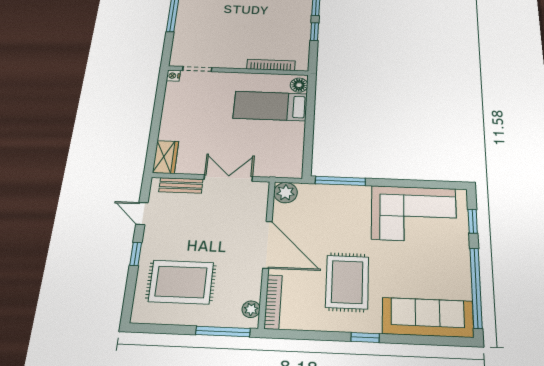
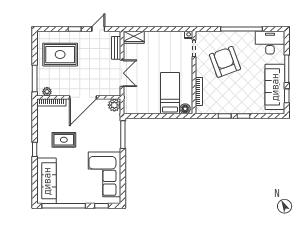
armchair: (225, 28) -> (225, 62), added
rug: (181, 282) -> (60, 55), turned 90
rug: (347, 282) -> (64, 140), width x0.73, depth x0.70

